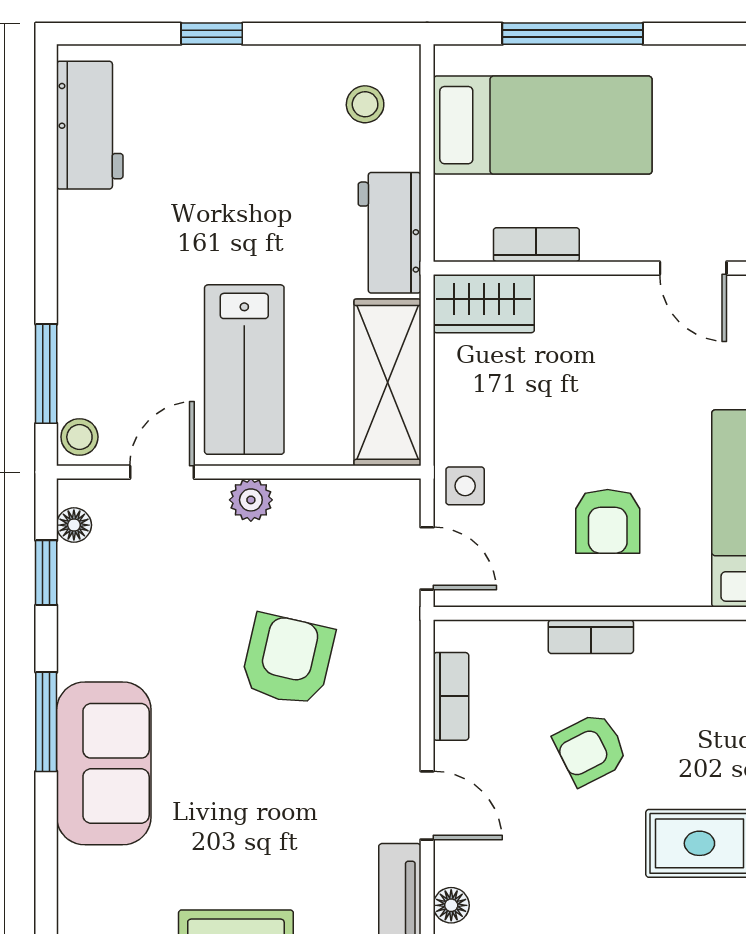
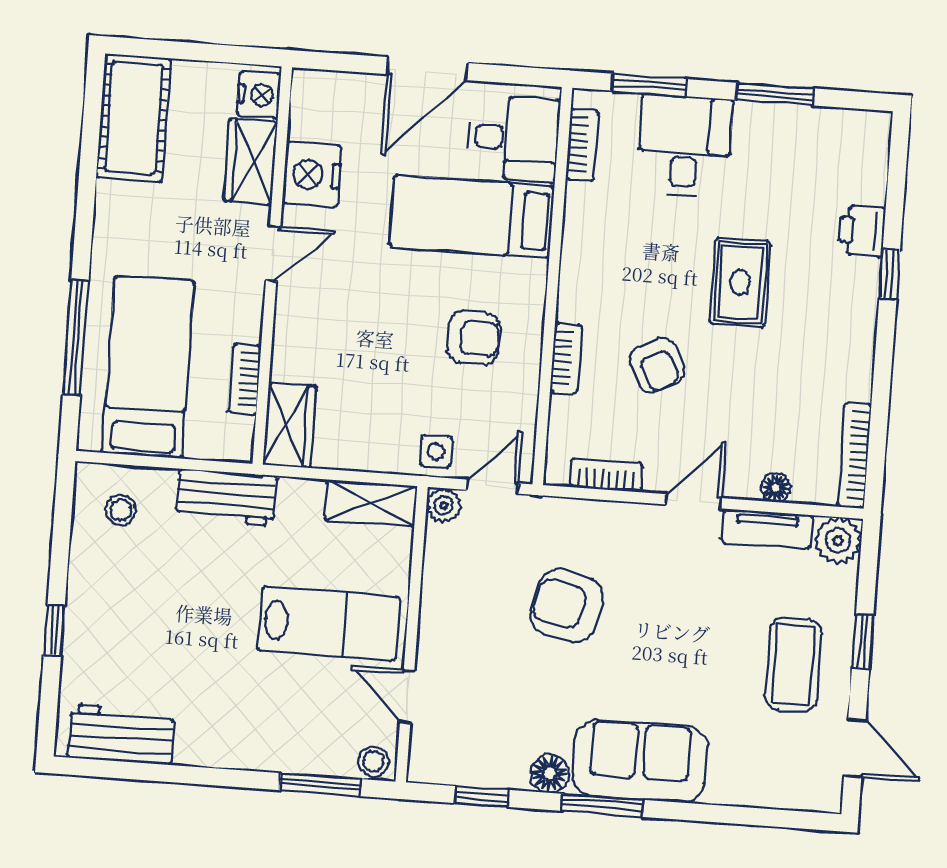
shelving: (387, 382) -> (371, 503), width x0.67, depth x0.75
plant: (251, 500) -> (444, 506), moved
floor lamp: (74, 525) -> (550, 774), moved, width x1.37, depth x1.37

